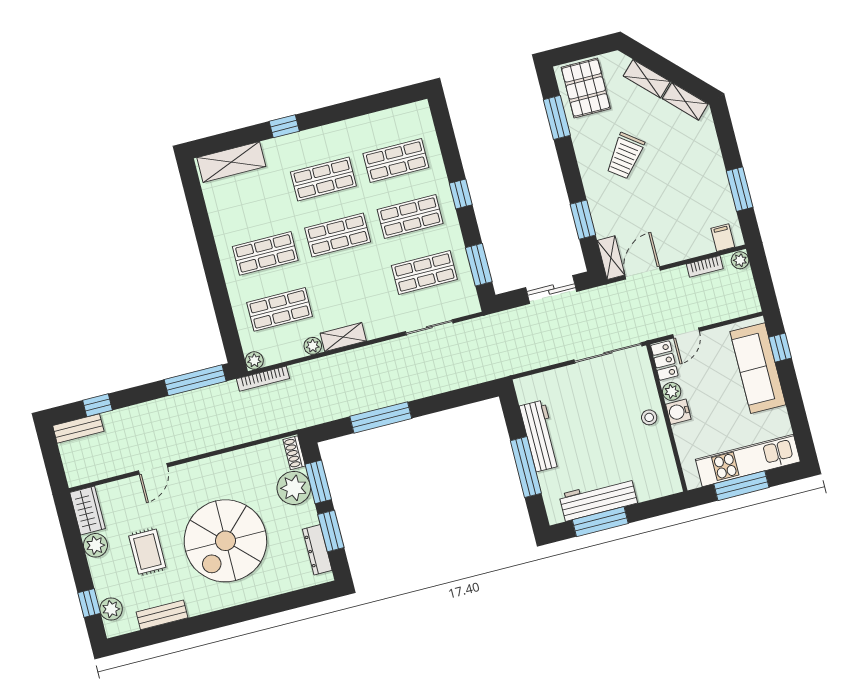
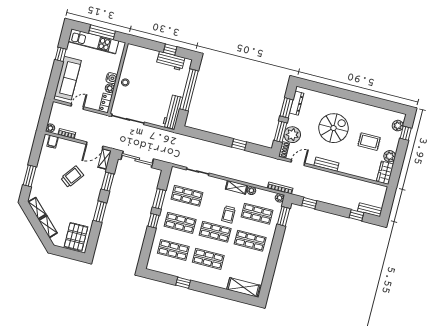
window: (557, 117) -> (100, 212), moved
window: (284, 126) -> (183, 283), moved
trolley: (625, 156) -> (72, 177), moved
window: (740, 189) -> (30, 176), moved
window: (479, 265) -> (159, 199), moved
trolley: (331, 280) -> (228, 214), added
sliding door: (551, 290) -> (137, 159), width x1.37
window: (229, 331) -> (284, 216), added
door: (686, 333) -> (77, 106), moved
window: (780, 348) -> (61, 54), moved
window: (195, 380) -> (309, 203), width x0.46
window: (381, 417) -> (239, 144), width x0.46
workbench: (540, 436) -> (173, 112), moved
window: (526, 467) -> (189, 90), width x1.46
door: (153, 469) -> (298, 163), moved
workbench: (598, 499) -> (170, 61), width x0.73
window: (600, 522) -> (170, 50), width x0.46
spiral stairs: (225, 541) -> (333, 128), width x0.73, depth x0.73
rug: (147, 552) -> (369, 142), turned 90
bench: (162, 615) -> (326, 164), moved

